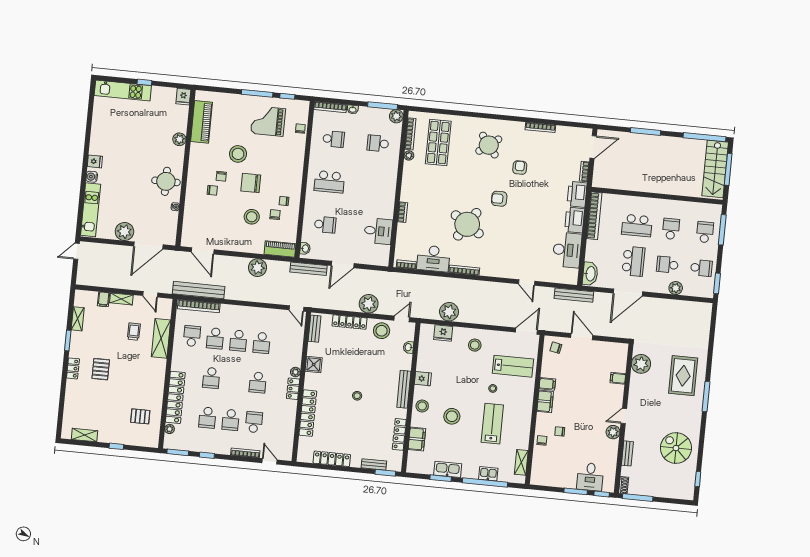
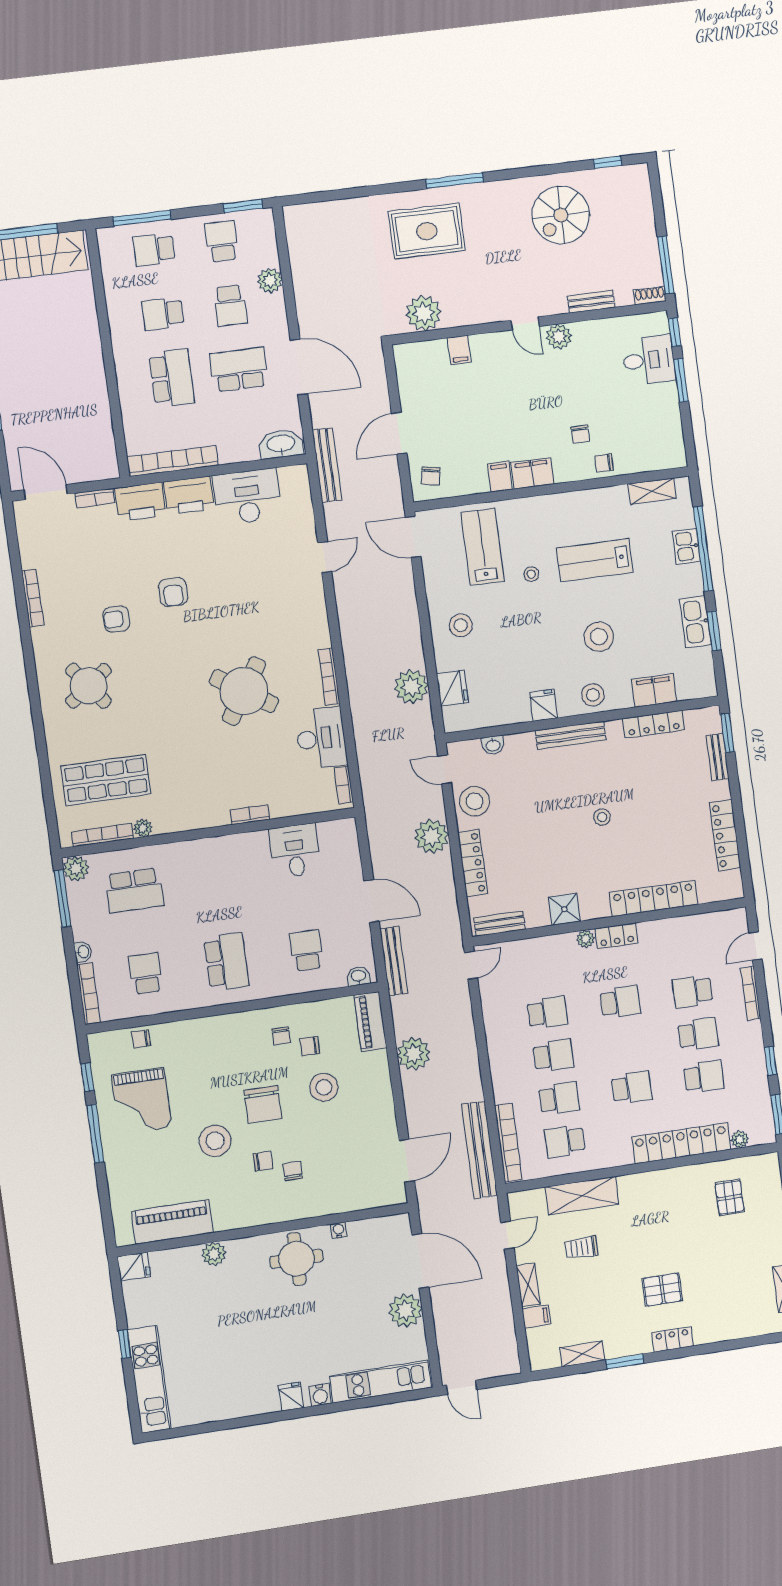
school desk: (378, 143) -> (134, 890), width x1.85
armchair: (499, 199) -> (173, 592), moved

